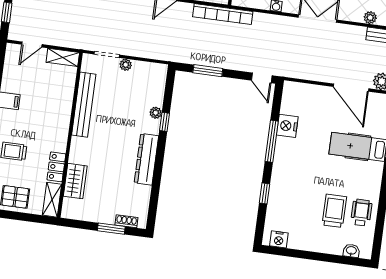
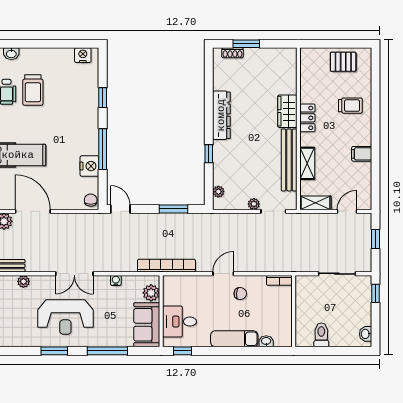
chair: (291, 91) -> (91, 200), added
plant: (156, 113) -> (218, 192), moved
locker: (56, 167) -> (307, 118), moved
wardrobe: (75, 181) -> (287, 111), moved
shelving: (52, 200) -> (307, 163), moved

